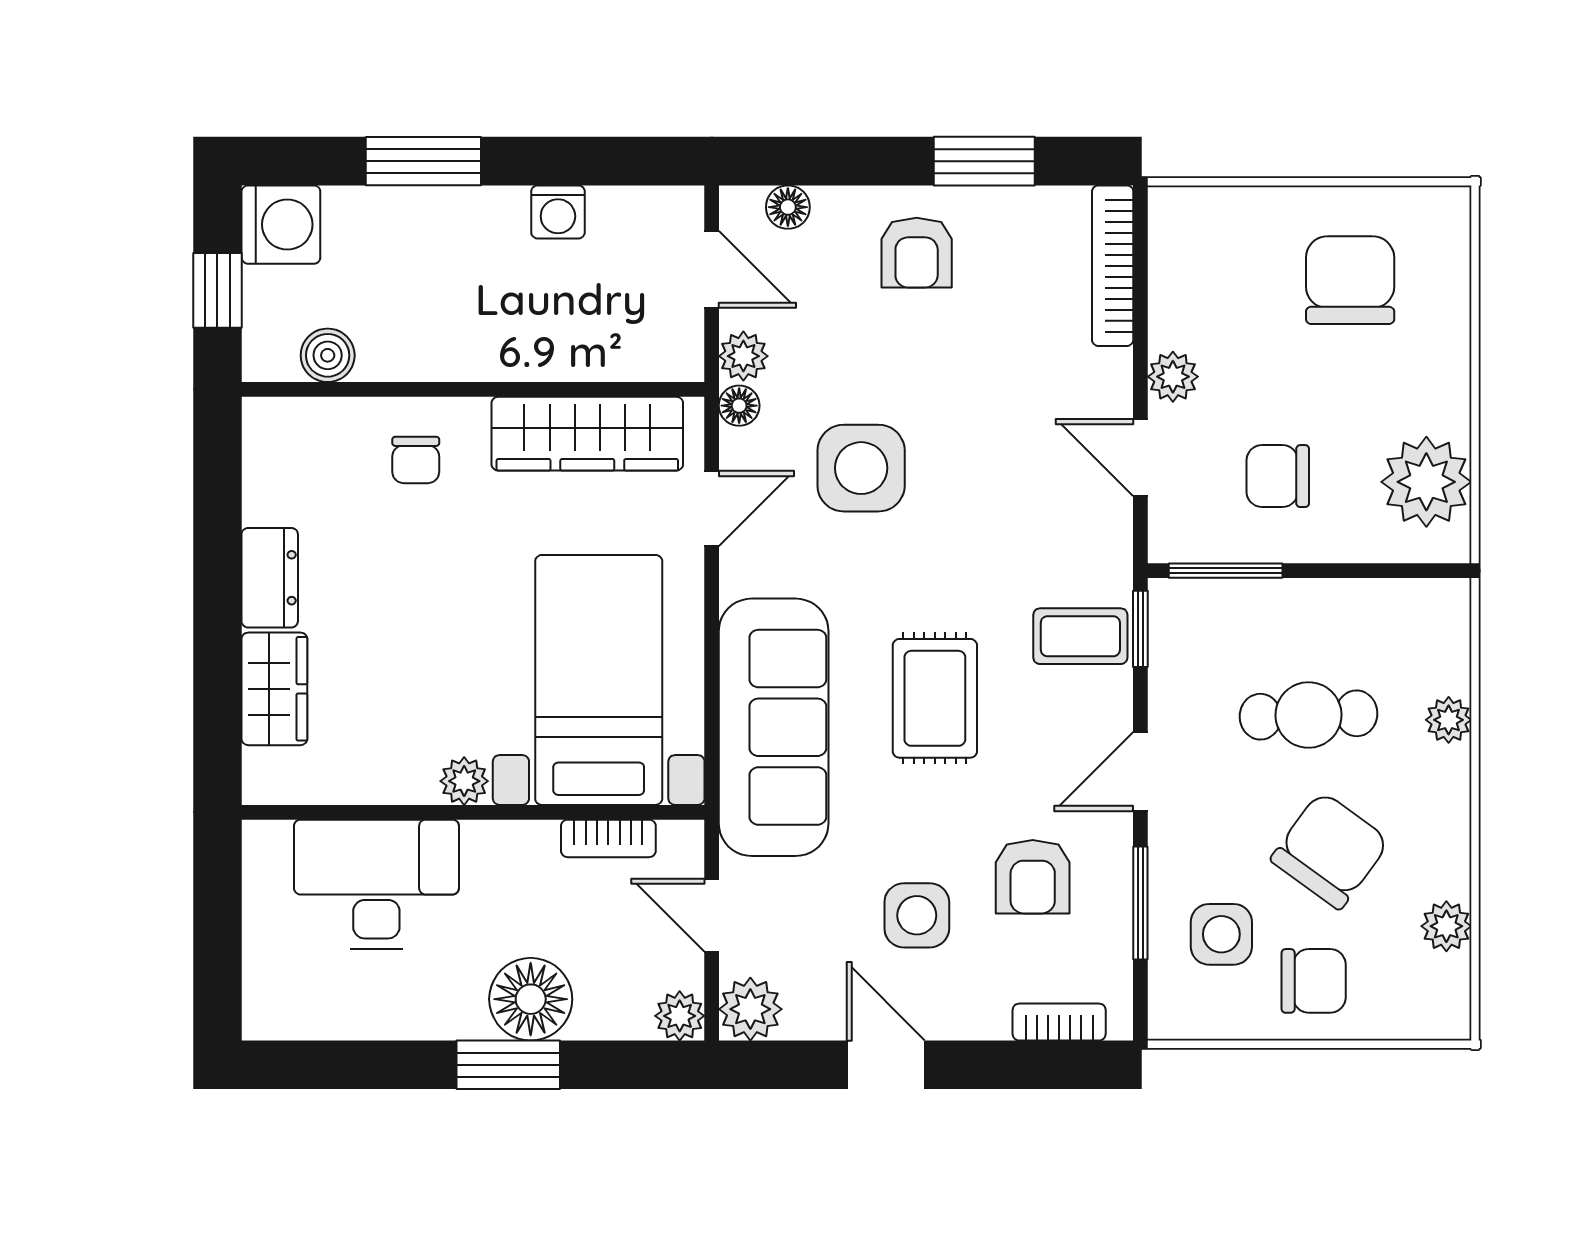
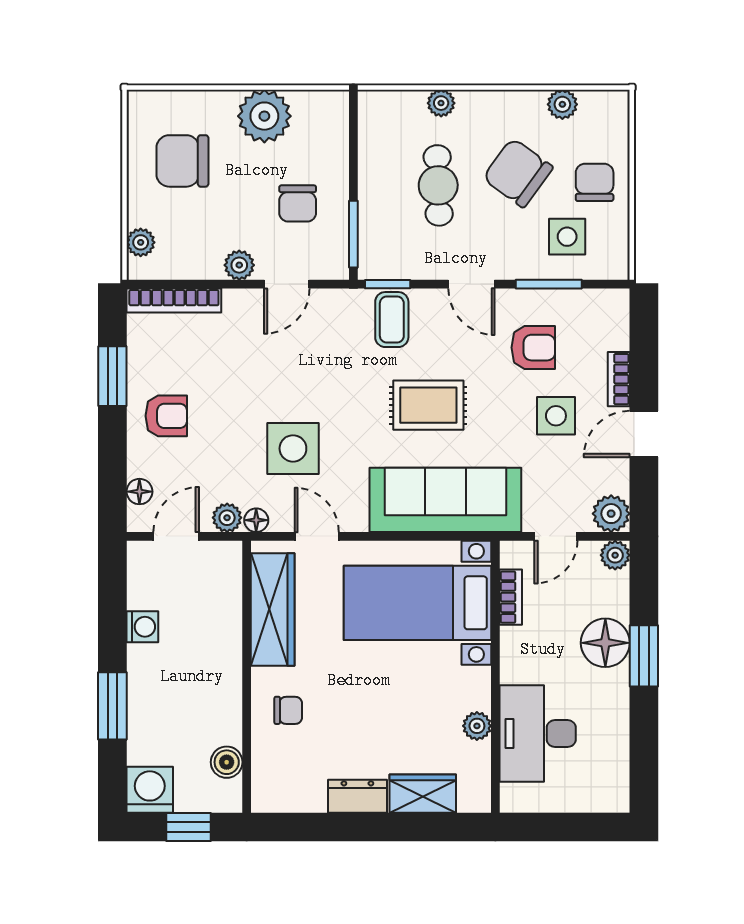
plant: (1212, 209) -> (141, 242), added
plant: (1426, 482) -> (264, 116), moved
plant: (464, 781) -> (477, 726), moved
bookcase: (1059, 1022) -> (619, 379), moved

